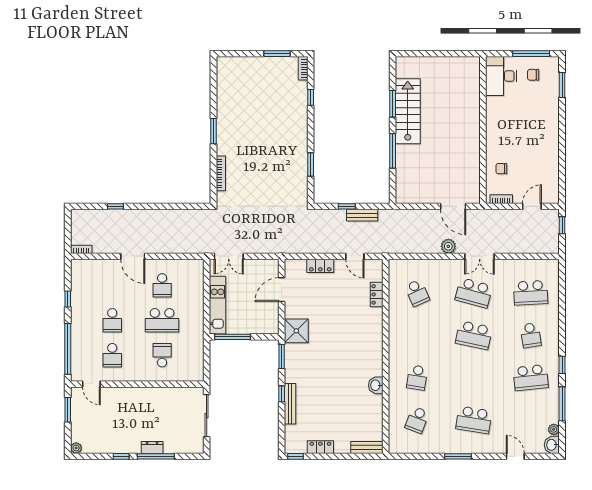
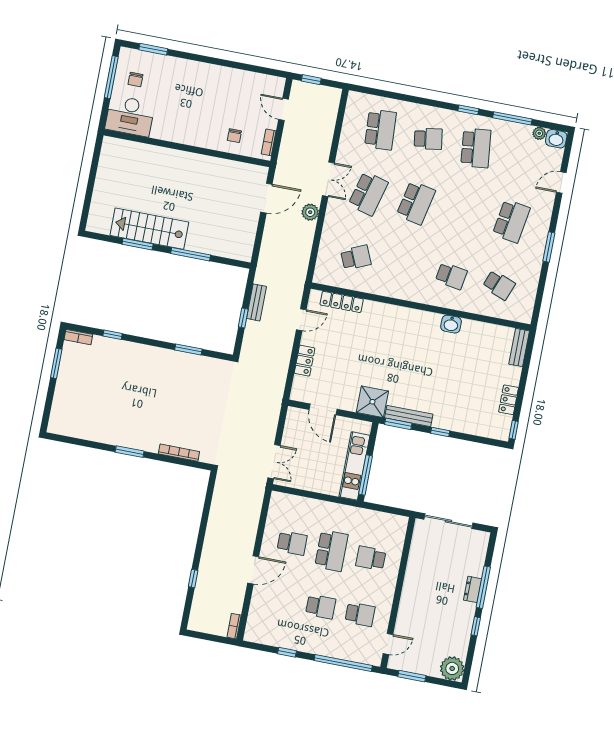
locker: (377, 294) -> (342, 302), width x1.53
kitchen unit: (218, 305) -> (354, 466), moved, turned -90
bench: (290, 404) -> (409, 416), moved
plant: (76, 448) -> (452, 668), width x1.88, depth x1.88

